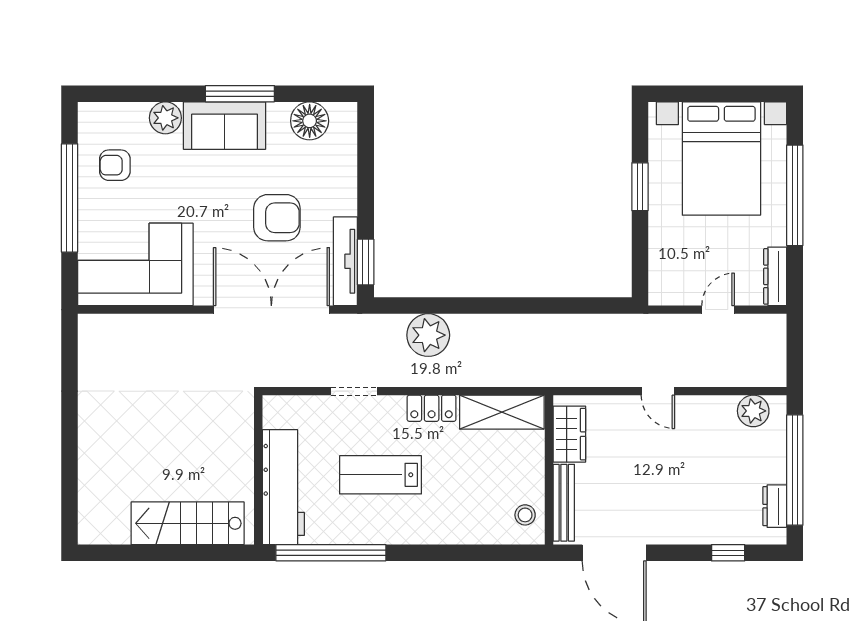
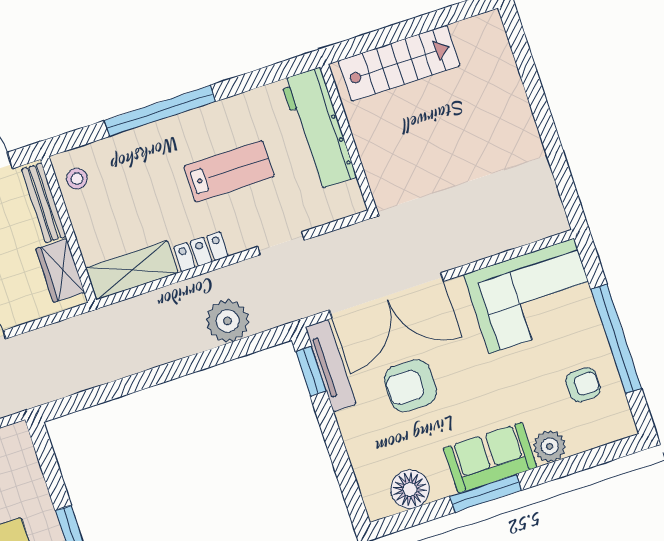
window: (331, 553) -> (160, 111), moved

